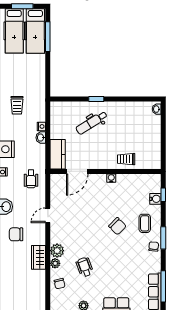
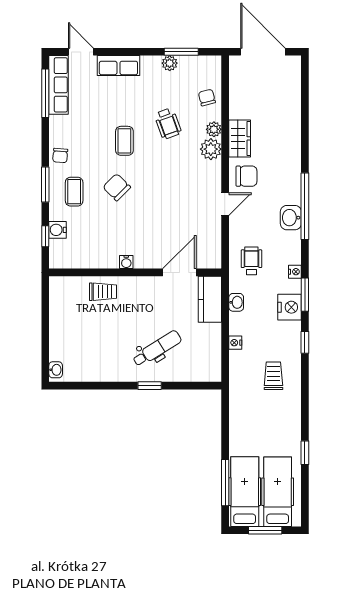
washbasin: (41, 138) -> (236, 302), moved
chair: (16, 234) -> (246, 176), moved
window: (163, 238) -> (45, 185), moved
coffee table: (112, 256) -> (124, 141), added

